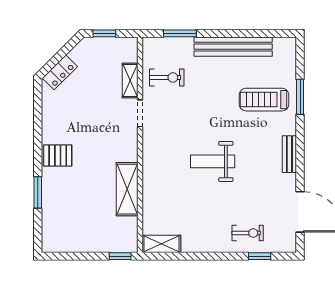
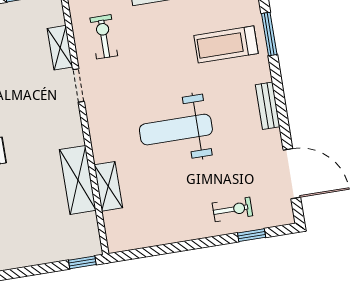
exercise bike: (167, 77) -> (104, 37), turned -90
weight bench: (213, 161) -> (176, 130), width x1.36, depth x1.33
shelving: (161, 244) -> (108, 186), moved, turned 90

